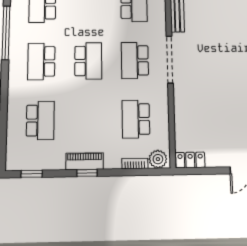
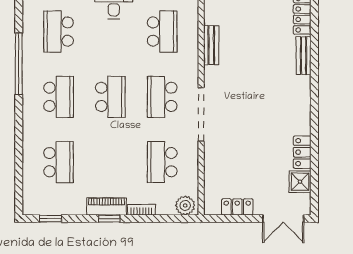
doorway: (170, 60) -> (201, 114), moved
school desk: (41, 61) -> (59, 97), turned 180
locker: (190, 160) -> (237, 207), moved
bookcase: (135, 163) -> (141, 210), moved

